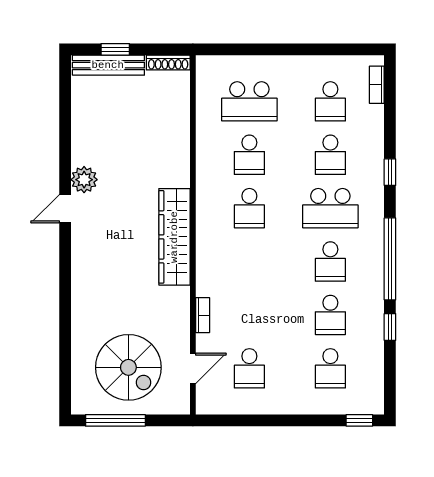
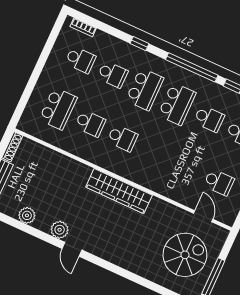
plant: (83, 126) -> (27, 215), added
school desk: (330, 262) -> (177, 104), width x1.85
bookcase: (203, 315) -> (174, 196), removed

